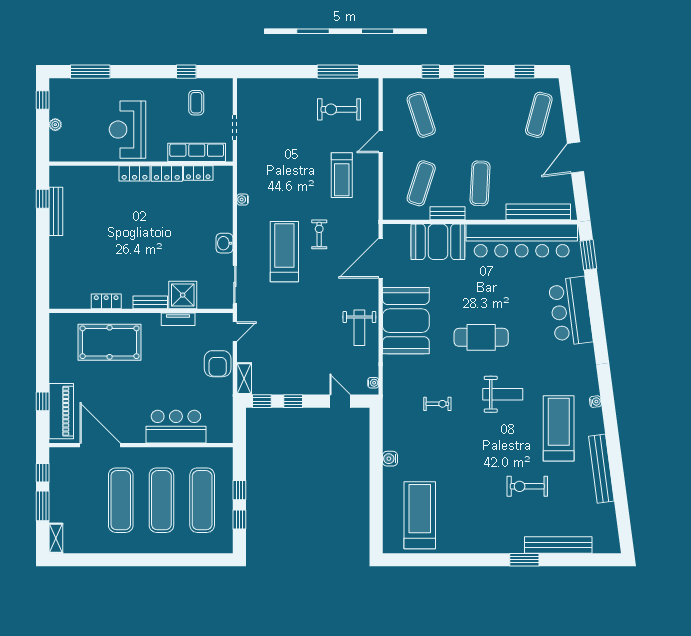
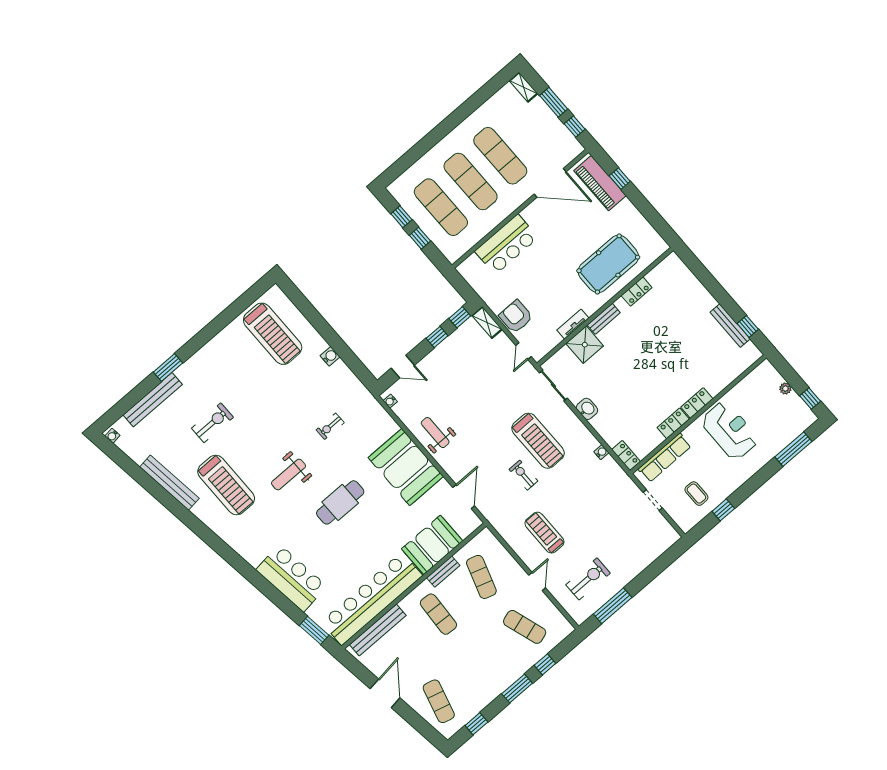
locker: (198, 173) -> (626, 456), moved, turned 90
exercise bike: (319, 234) -> (523, 475), turned 180
door: (381, 258) -> (464, 497), width x0.73
water cooler: (595, 402) -> (112, 436), moved

